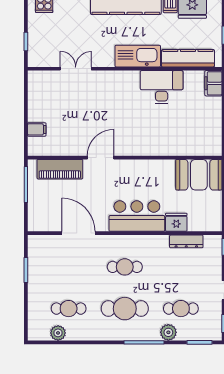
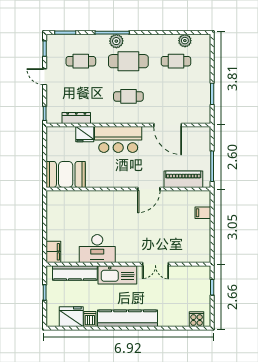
double door: (76, 69) -> (155, 264), moved
plant: (168, 332) -> (116, 41), moved

